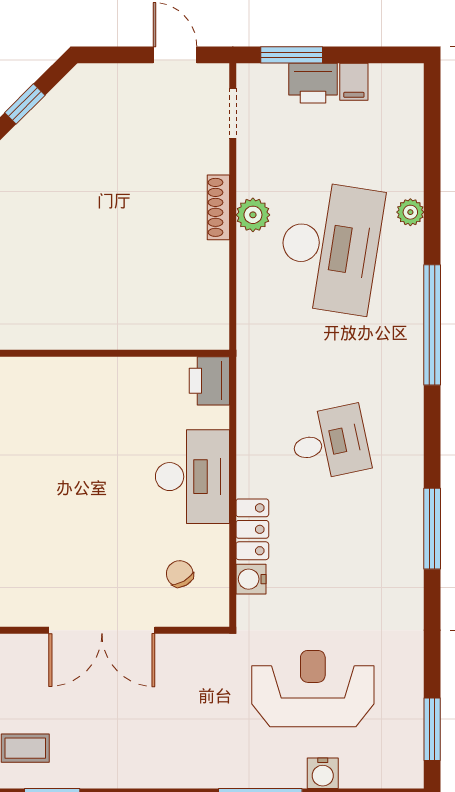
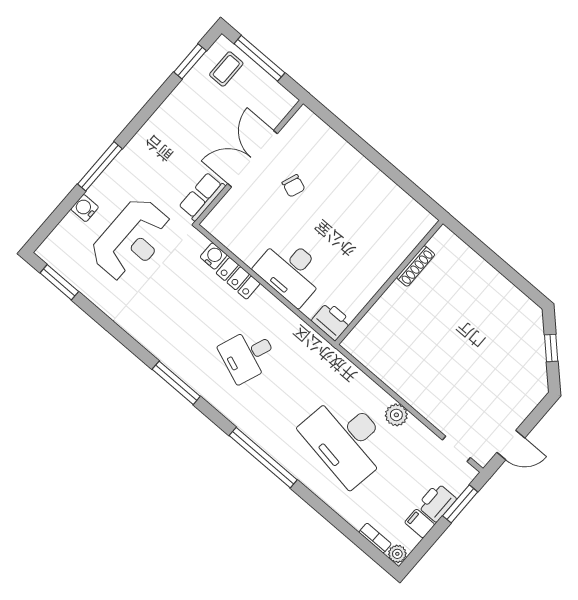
bookcase: (414, 118) -> (375, 538), added
shoe rack: (218, 207) -> (416, 266), moved, turned 90
plant: (410, 212) -> (397, 554), moved
desk: (330, 443) -> (248, 355), turned 33
window: (432, 529) -> (176, 383), moved
chair: (180, 574) -> (293, 186), moved, turned 51
row of seats: (195, 651) -> (202, 197), added

